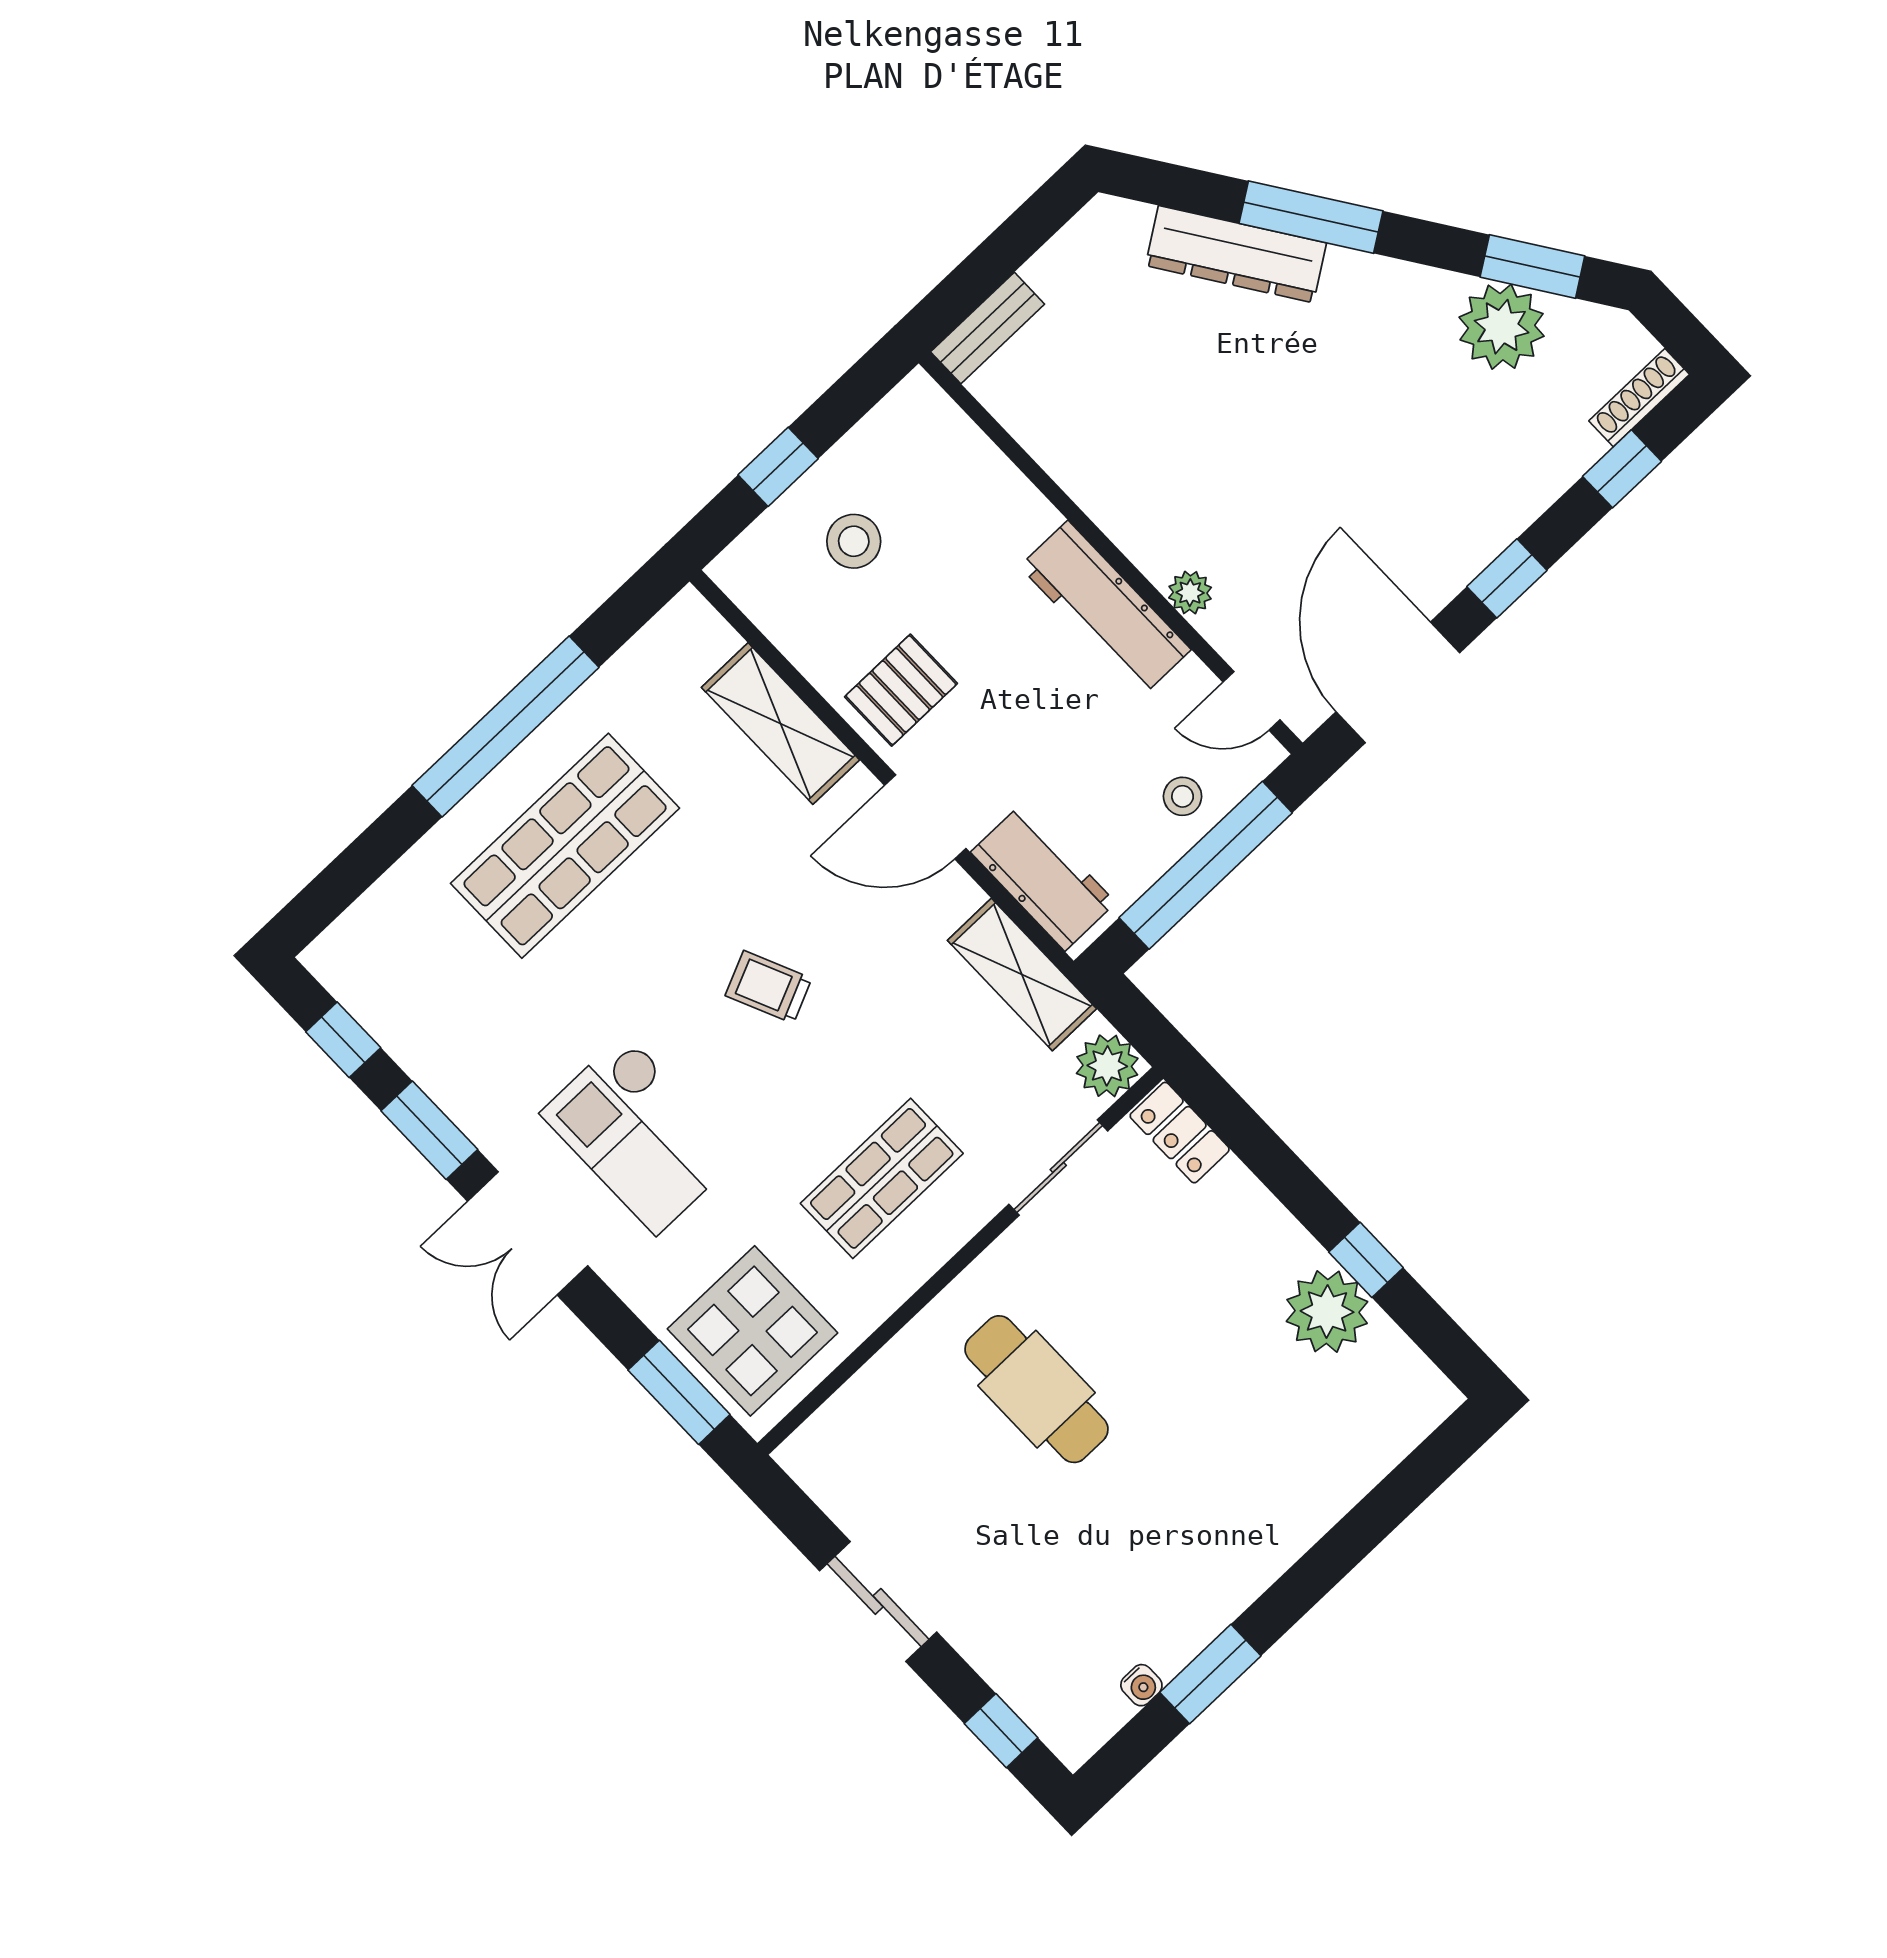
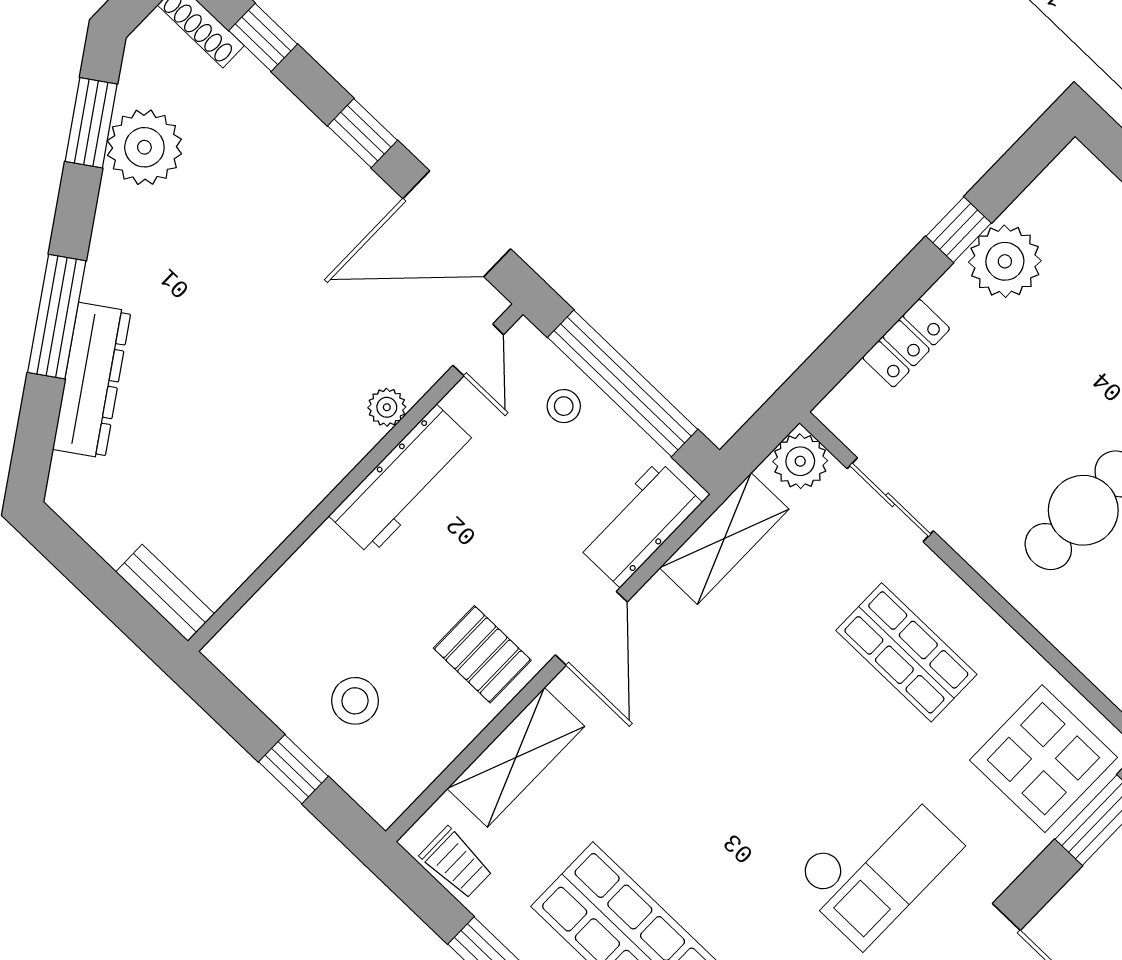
trolley: (768, 987) -> (456, 863), moved, turned -66
locker: (1180, 1133) -> (906, 343), moved

